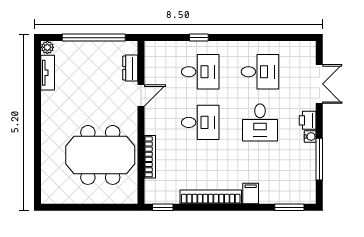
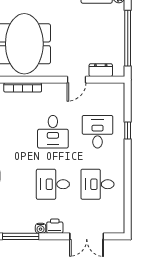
desk: (200, 72) -> (97, 132), turned 180
desk: (260, 72) -> (97, 184), turned 90
door: (141, 96) -> (77, 80), hinge flipped

